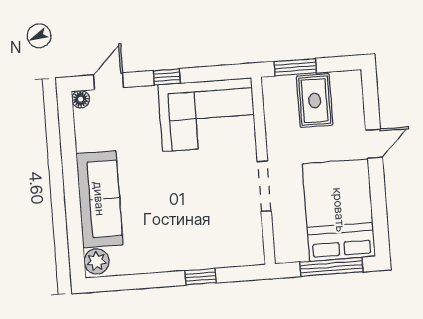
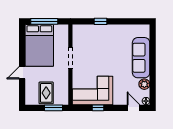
window: (167, 77) -> (98, 108), moved
door: (108, 81) -> (133, 108), swing flipped
plant: (97, 261) -> (144, 84), moved

